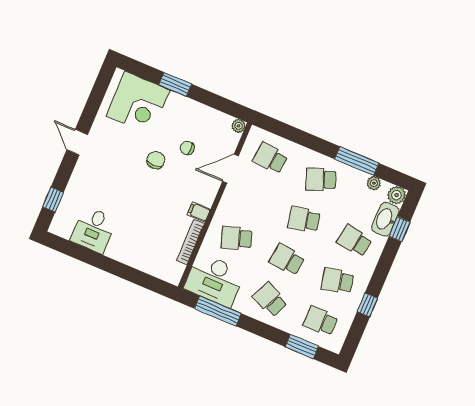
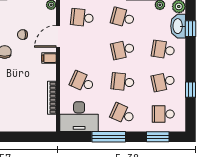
school desk: (321, 180) -> (123, 18), turned 36
filing cabinet: (199, 212) -> (49, 58), moved
school desk: (237, 238) -> (82, 82), turned 42
window: (218, 311) -> (109, 137), moved

